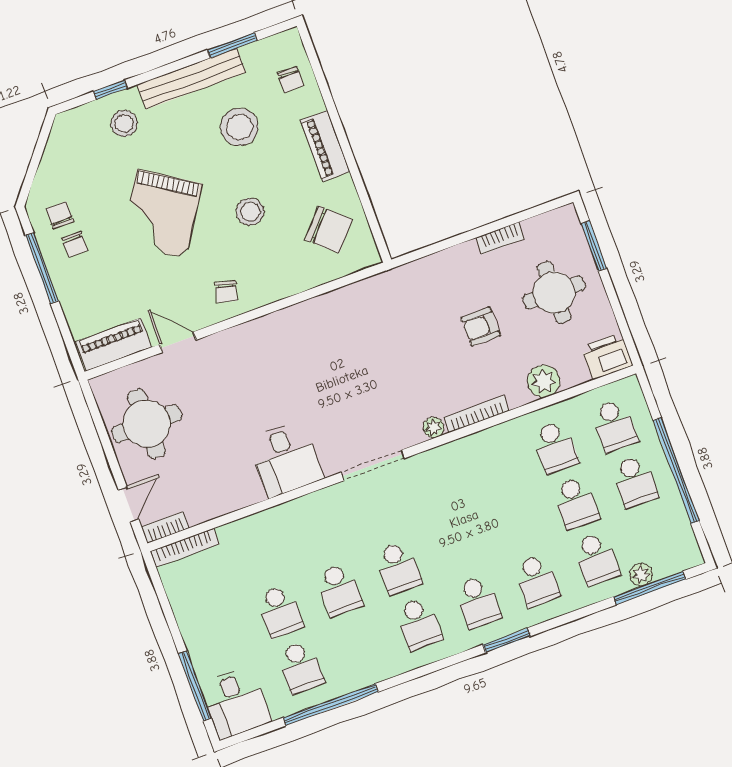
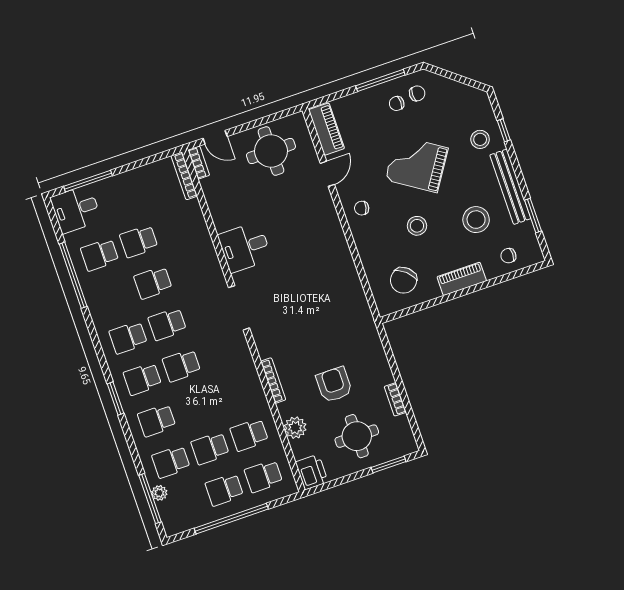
armchair: (481, 327) -> (334, 385), width x1.38, depth x1.38
plant: (434, 428) -> (264, 351), removed
school desk: (457, 546) -> (182, 365), added

